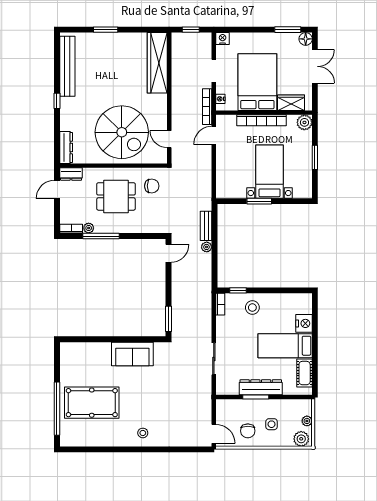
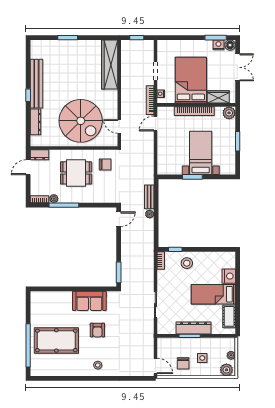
nightstand: (223, 39) -> (218, 45), moved
bench: (67, 66) -> (36, 84), moved
dresser: (66, 148) -> (35, 122), moved
armchair: (142, 390) -> (97, 330), added

